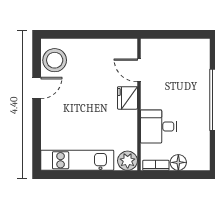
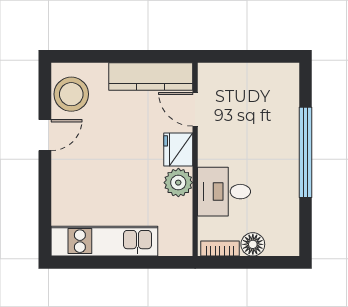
kitchen counter: (109, 48) -> (151, 76), added
plant: (128, 161) -> (178, 183), moved

